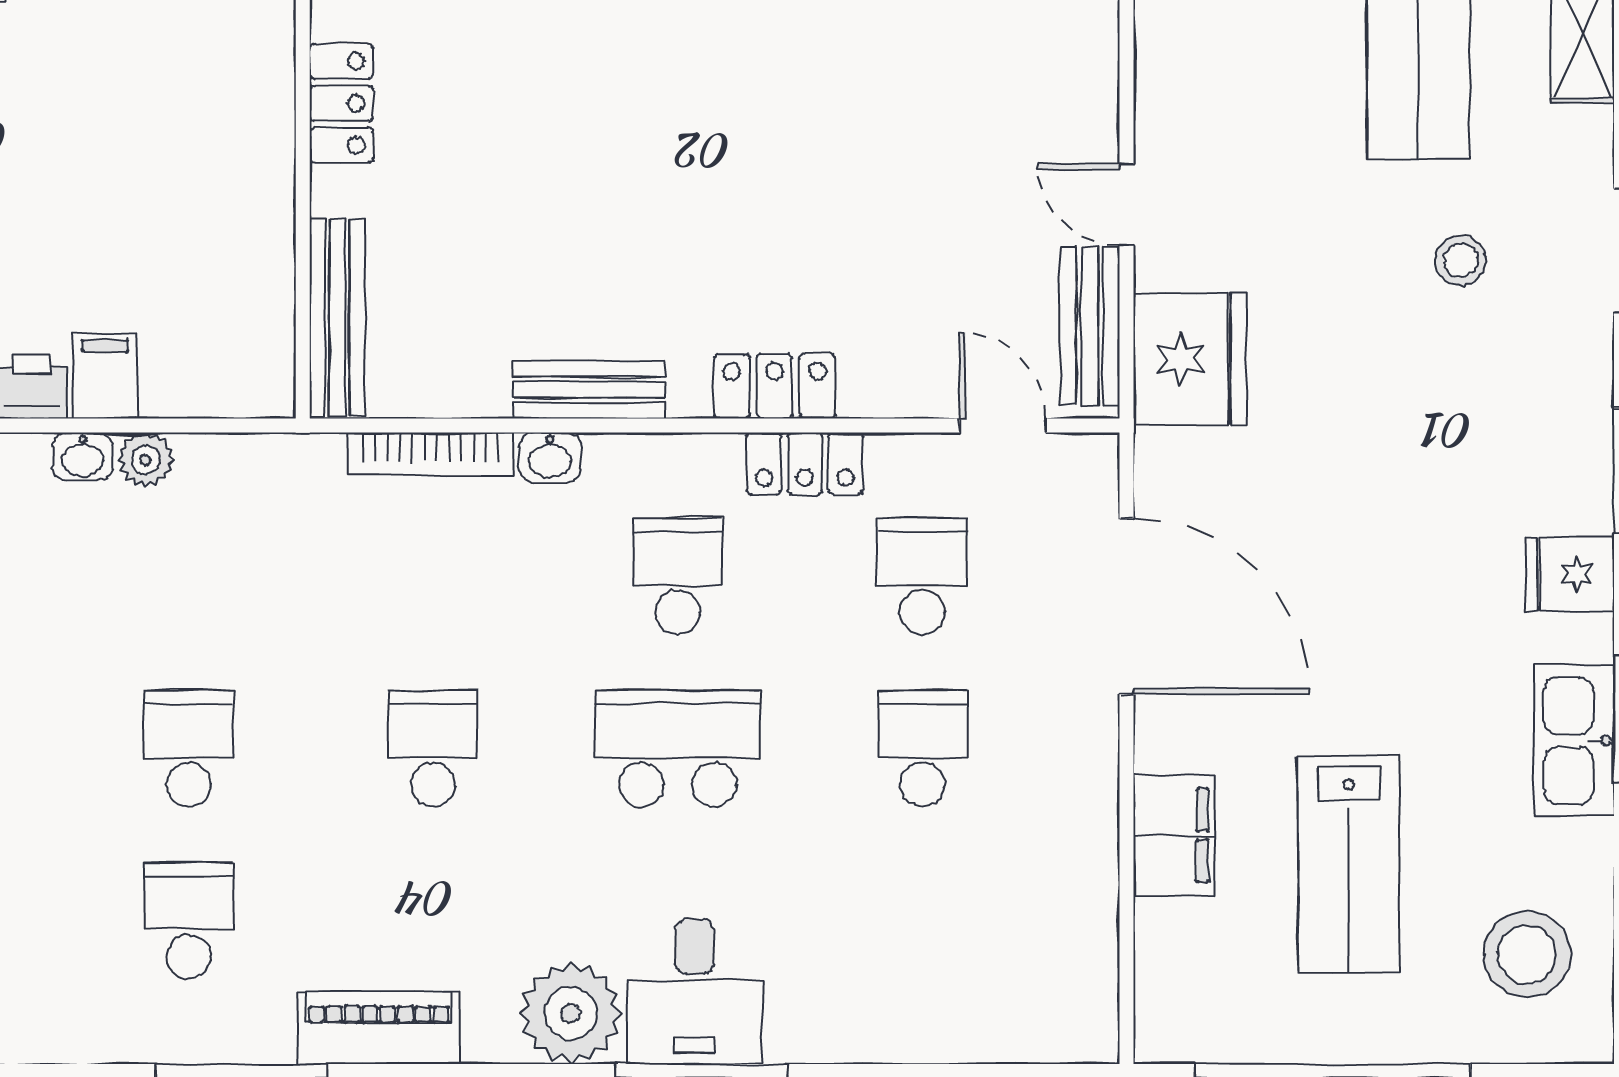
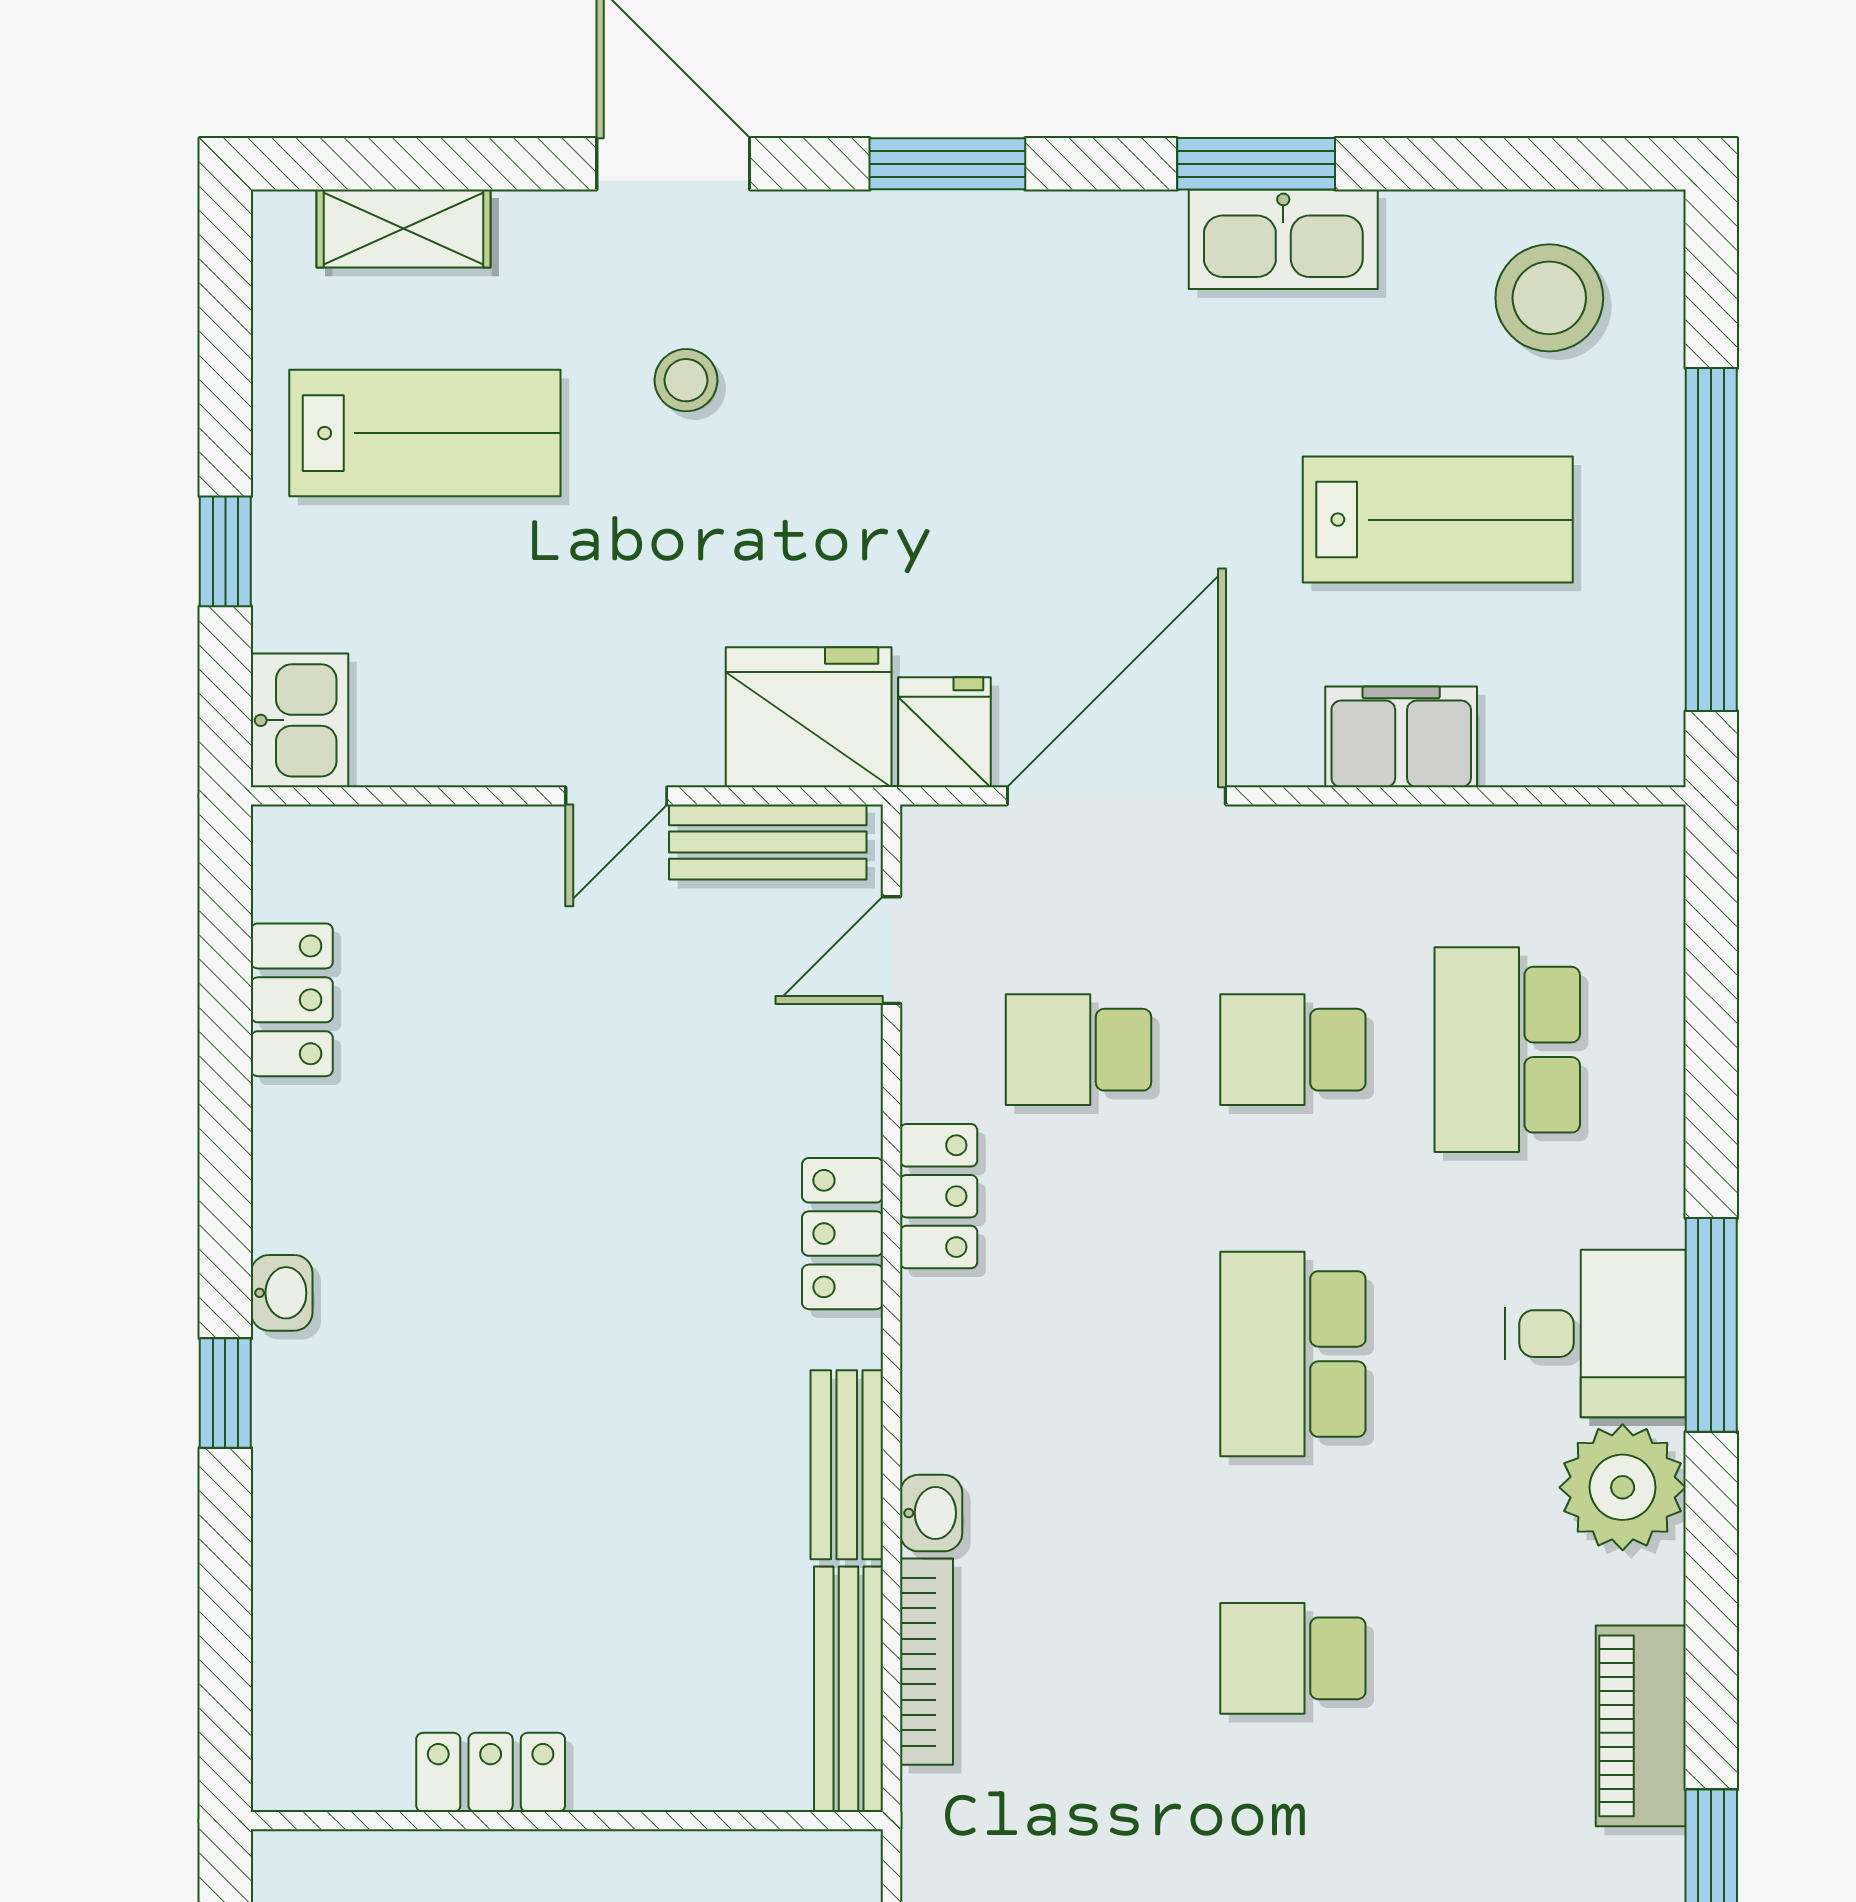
bench: (337, 318) -> (849, 1689), moved, turned 90
fridge: (1570, 574) -> (944, 732), moved, turned 180
school desk: (678, 576) -> (1507, 1050), moved, width x1.85

